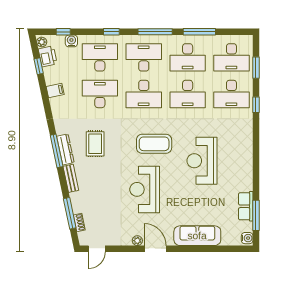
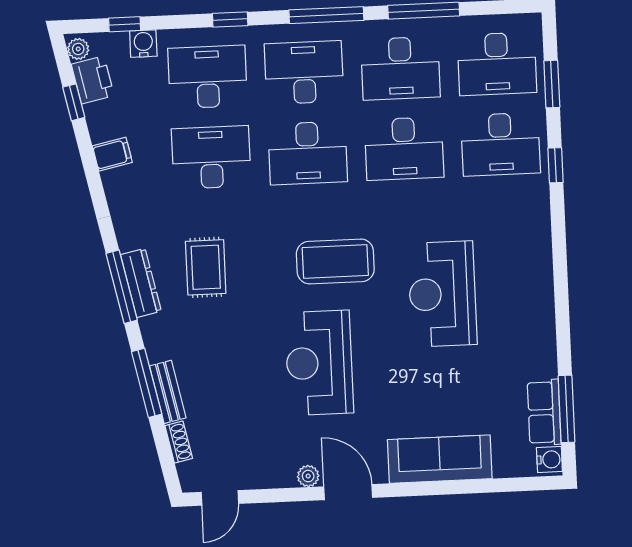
bench: (71, 178) -> (168, 392), moved
row of seats: (246, 206) -> (544, 412), moved
window: (70, 213) -> (147, 383), moved

